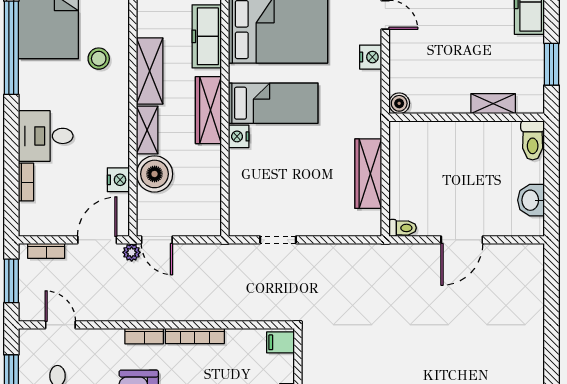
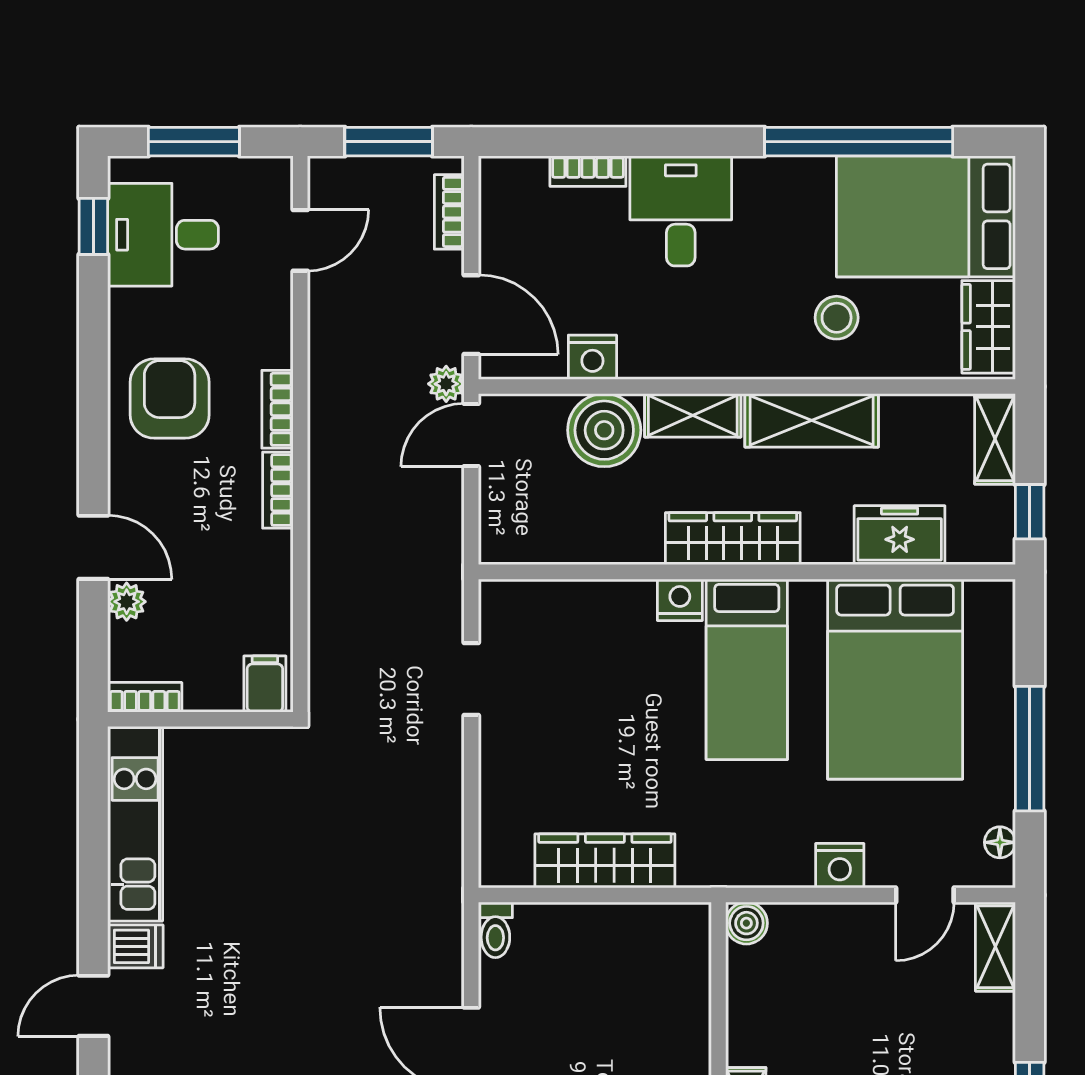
freezer: (207, 36) -> (900, 535), width x0.71
bookcase: (195, 336) -> (278, 490), width x0.64

